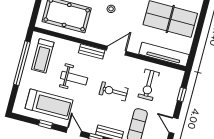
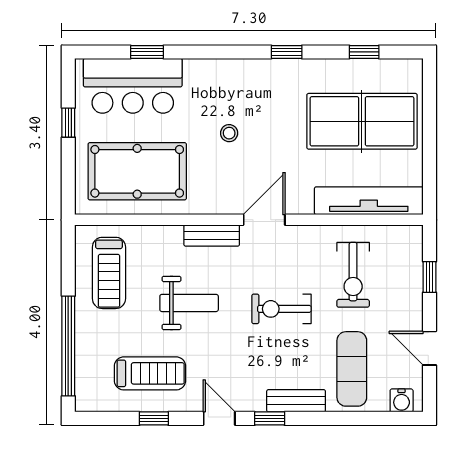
window: (22, 63) -> (68, 346), moved
treadmill: (49, 104) -> (150, 373), width x0.73, depth x0.73

